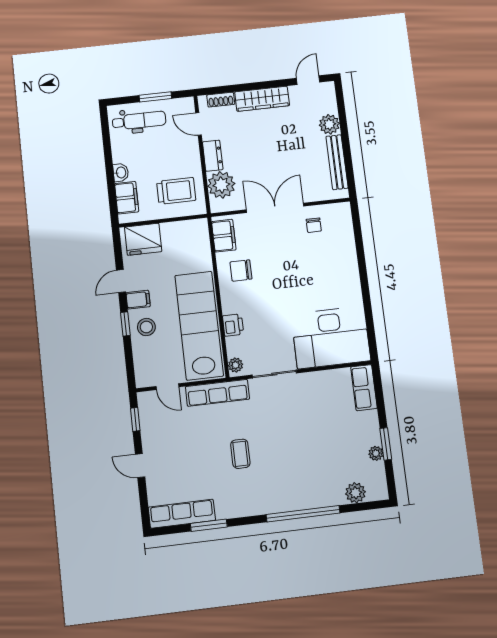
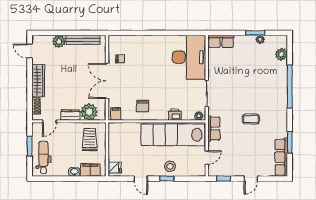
filing cabinet: (224, 236) -> (116, 114), width x0.50
fridge: (143, 239) -> (115, 168), width x0.53, depth x0.75
filing cabinet: (138, 300) -> (153, 170), removed
row of seats: (217, 393) -> (214, 128), width x0.68

